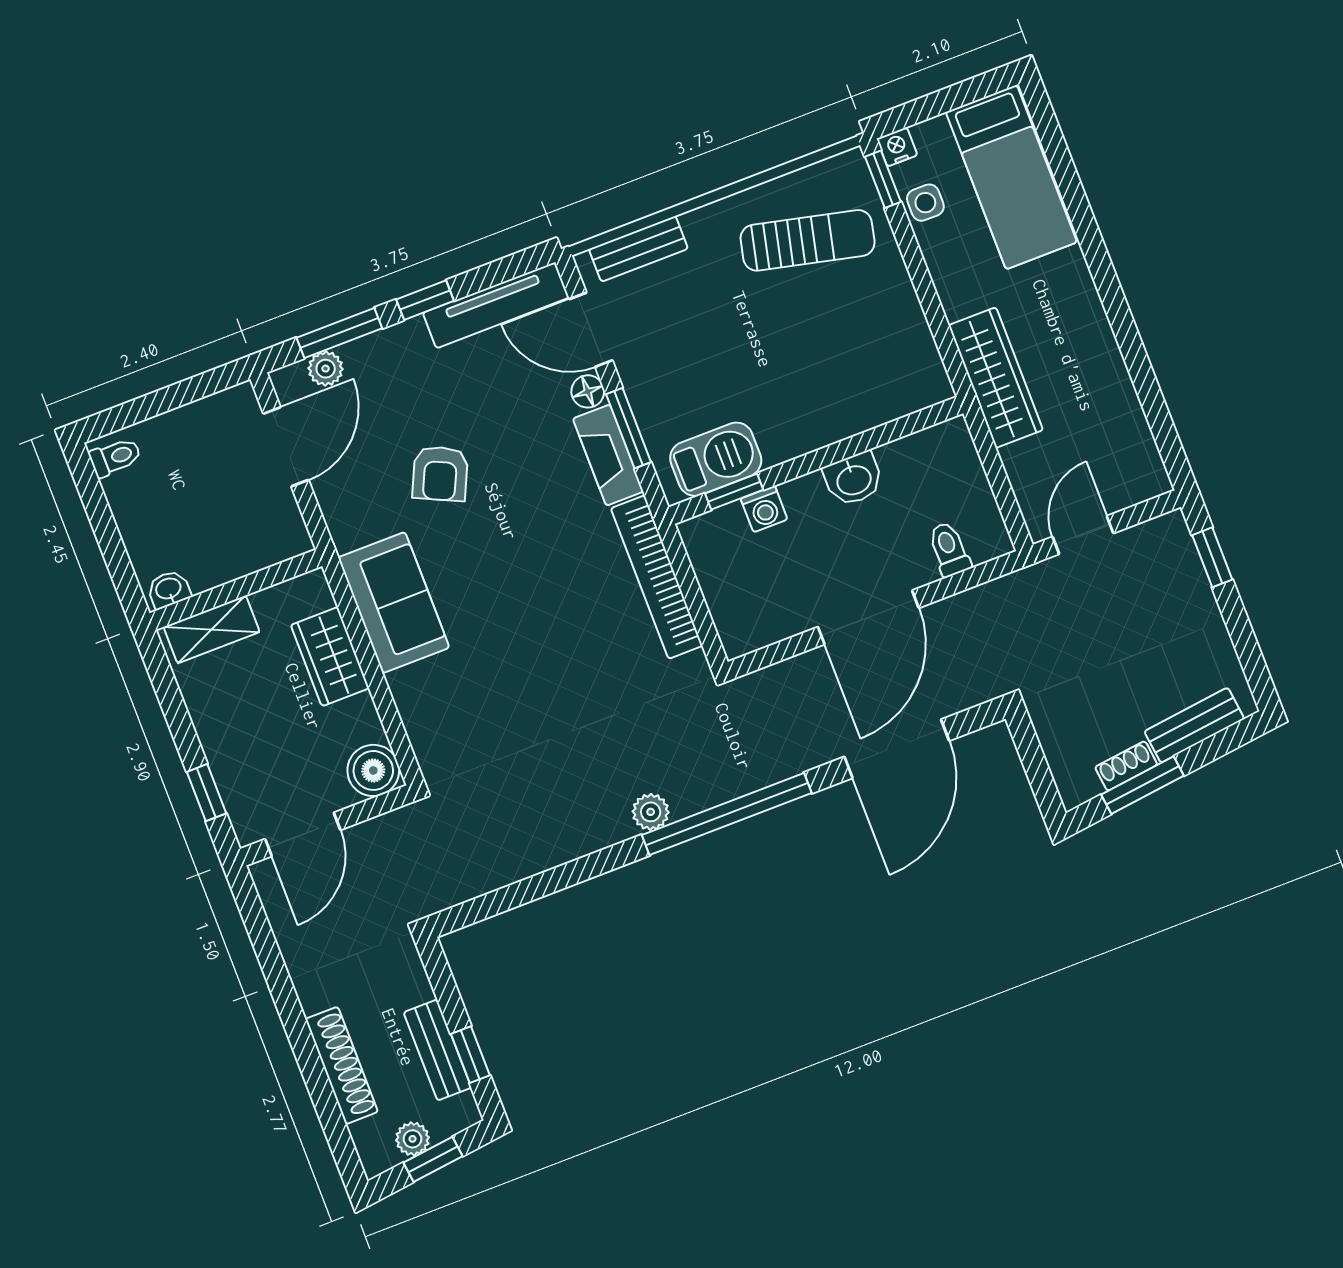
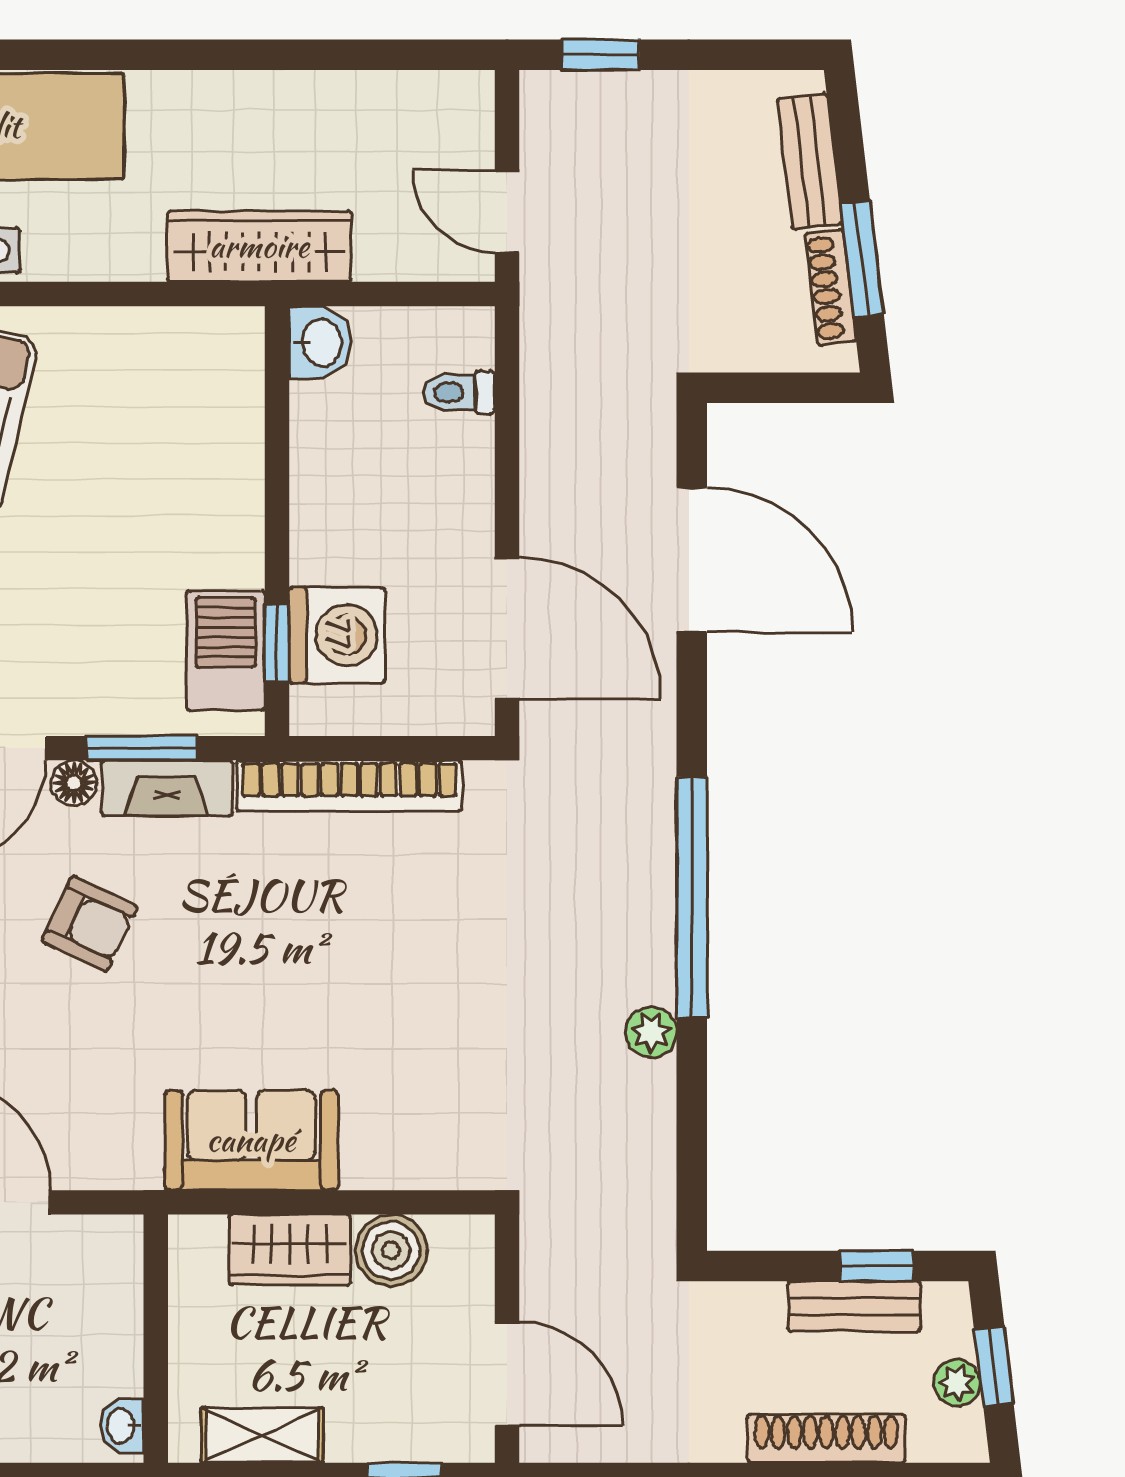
armchair: (440, 474) -> (90, 924), moved
washbasin: (854, 479) -> (320, 343), moved
washing machine: (764, 509) -> (337, 635), width x1.89, depth x1.89
door: (868, 617) -> (507, 628), moved
shelving: (212, 629) -> (262, 1435), moved, turned 90
shoe rack: (1126, 766) -> (831, 287), width x1.43
boiler: (373, 770) -> (391, 1250), moved
plant: (651, 812) -> (651, 1032), moved
window: (727, 814) -> (692, 897), moved

